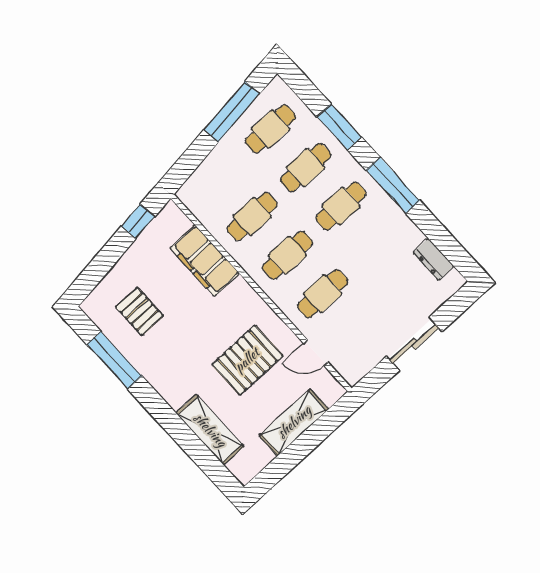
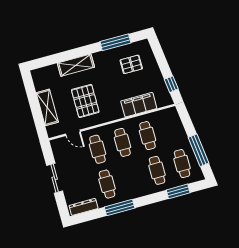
window: (339, 127) -> (178, 191), moved
window: (393, 185) -> (120, 207), moved
cafe table: (341, 206) -> (107, 184), moved
dresser: (433, 259) -> (84, 207), width x1.44
door: (316, 353) -> (73, 133), swing flipped
shelving: (210, 430) -> (76, 65), moved

